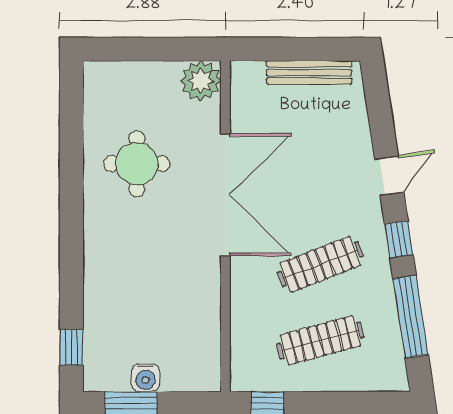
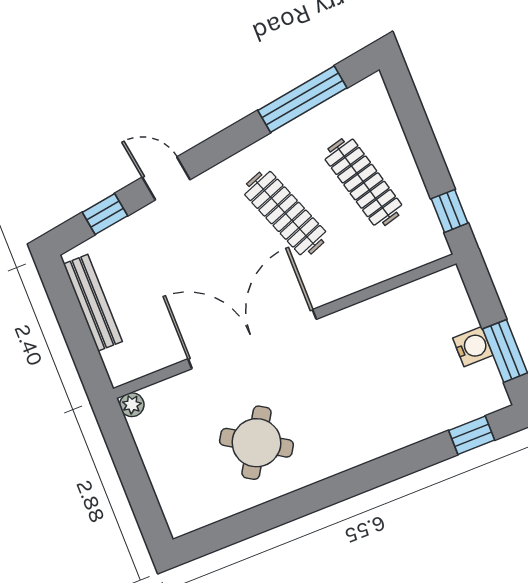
plant: (201, 81) -> (132, 405), width x0.53, depth x0.53
round table: (137, 164) -> (256, 443), turned 32
window: (399, 239) -> (105, 214), moved

